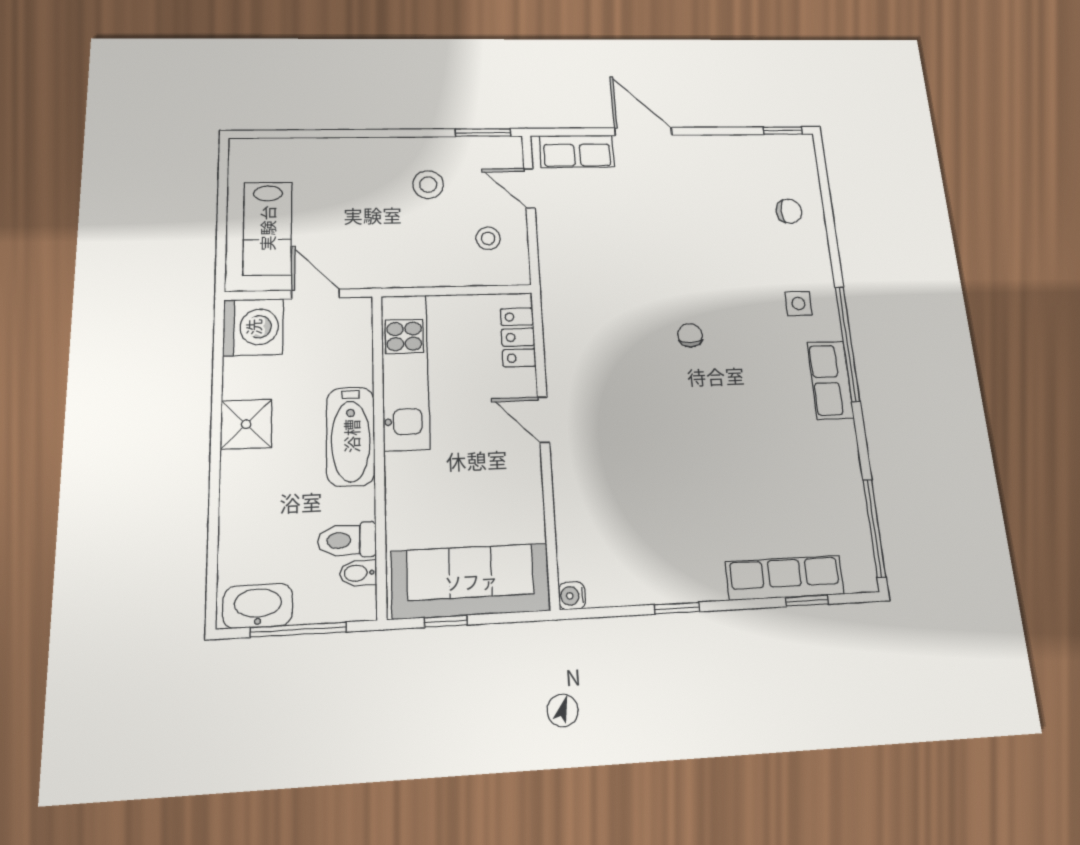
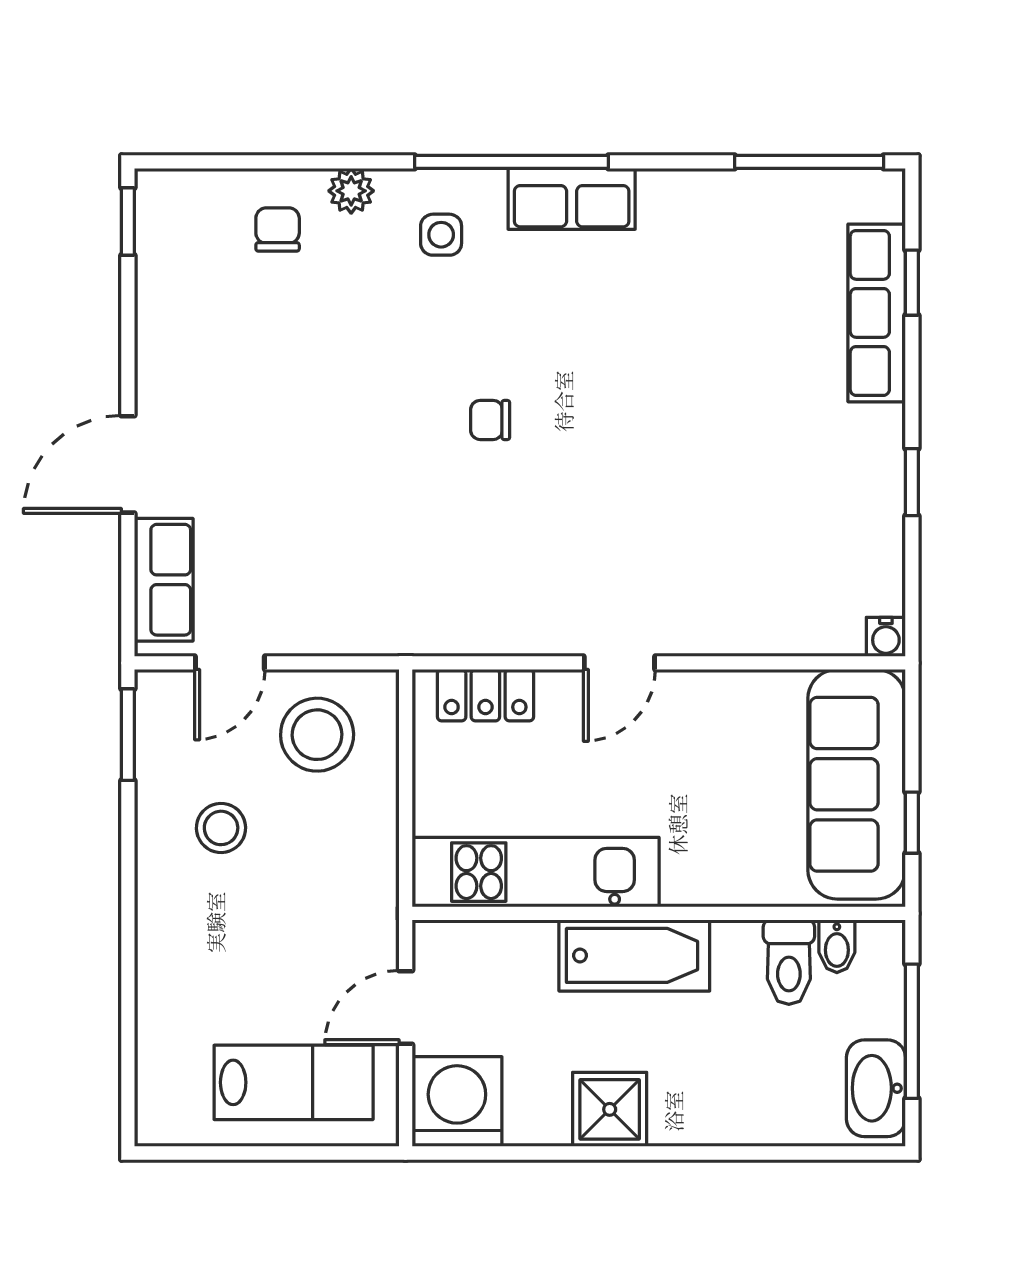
stool: (488, 238) -> (317, 735), width x1.89, depth x1.89
plant: (817, 252) -> (351, 191), added

